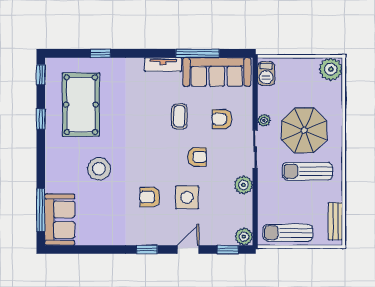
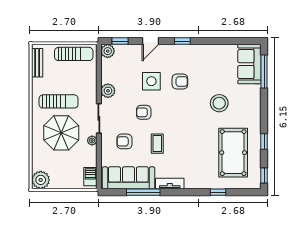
armchair: (222, 119) -> (124, 141), turned 180

